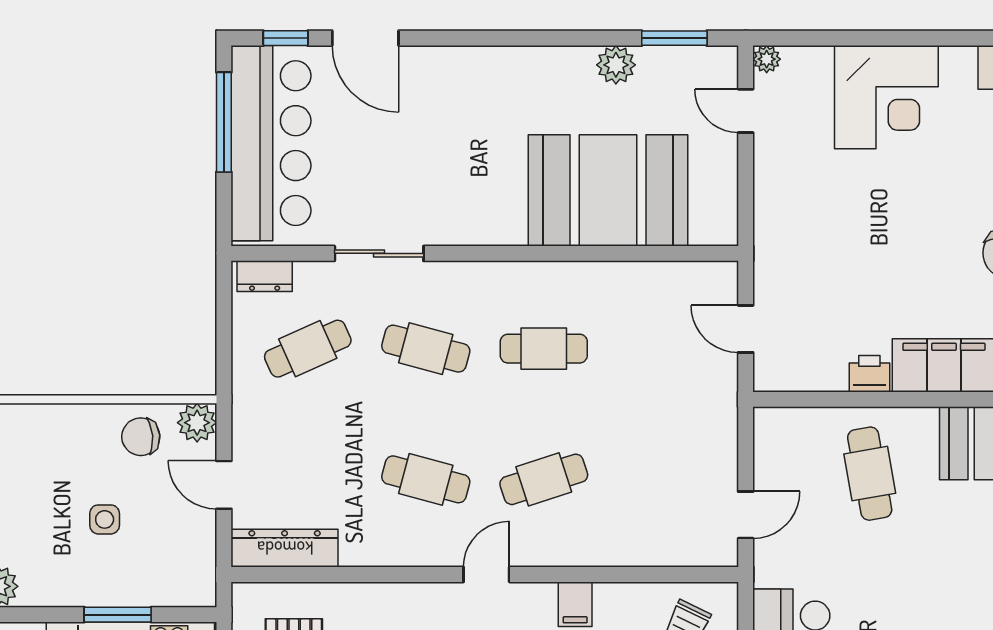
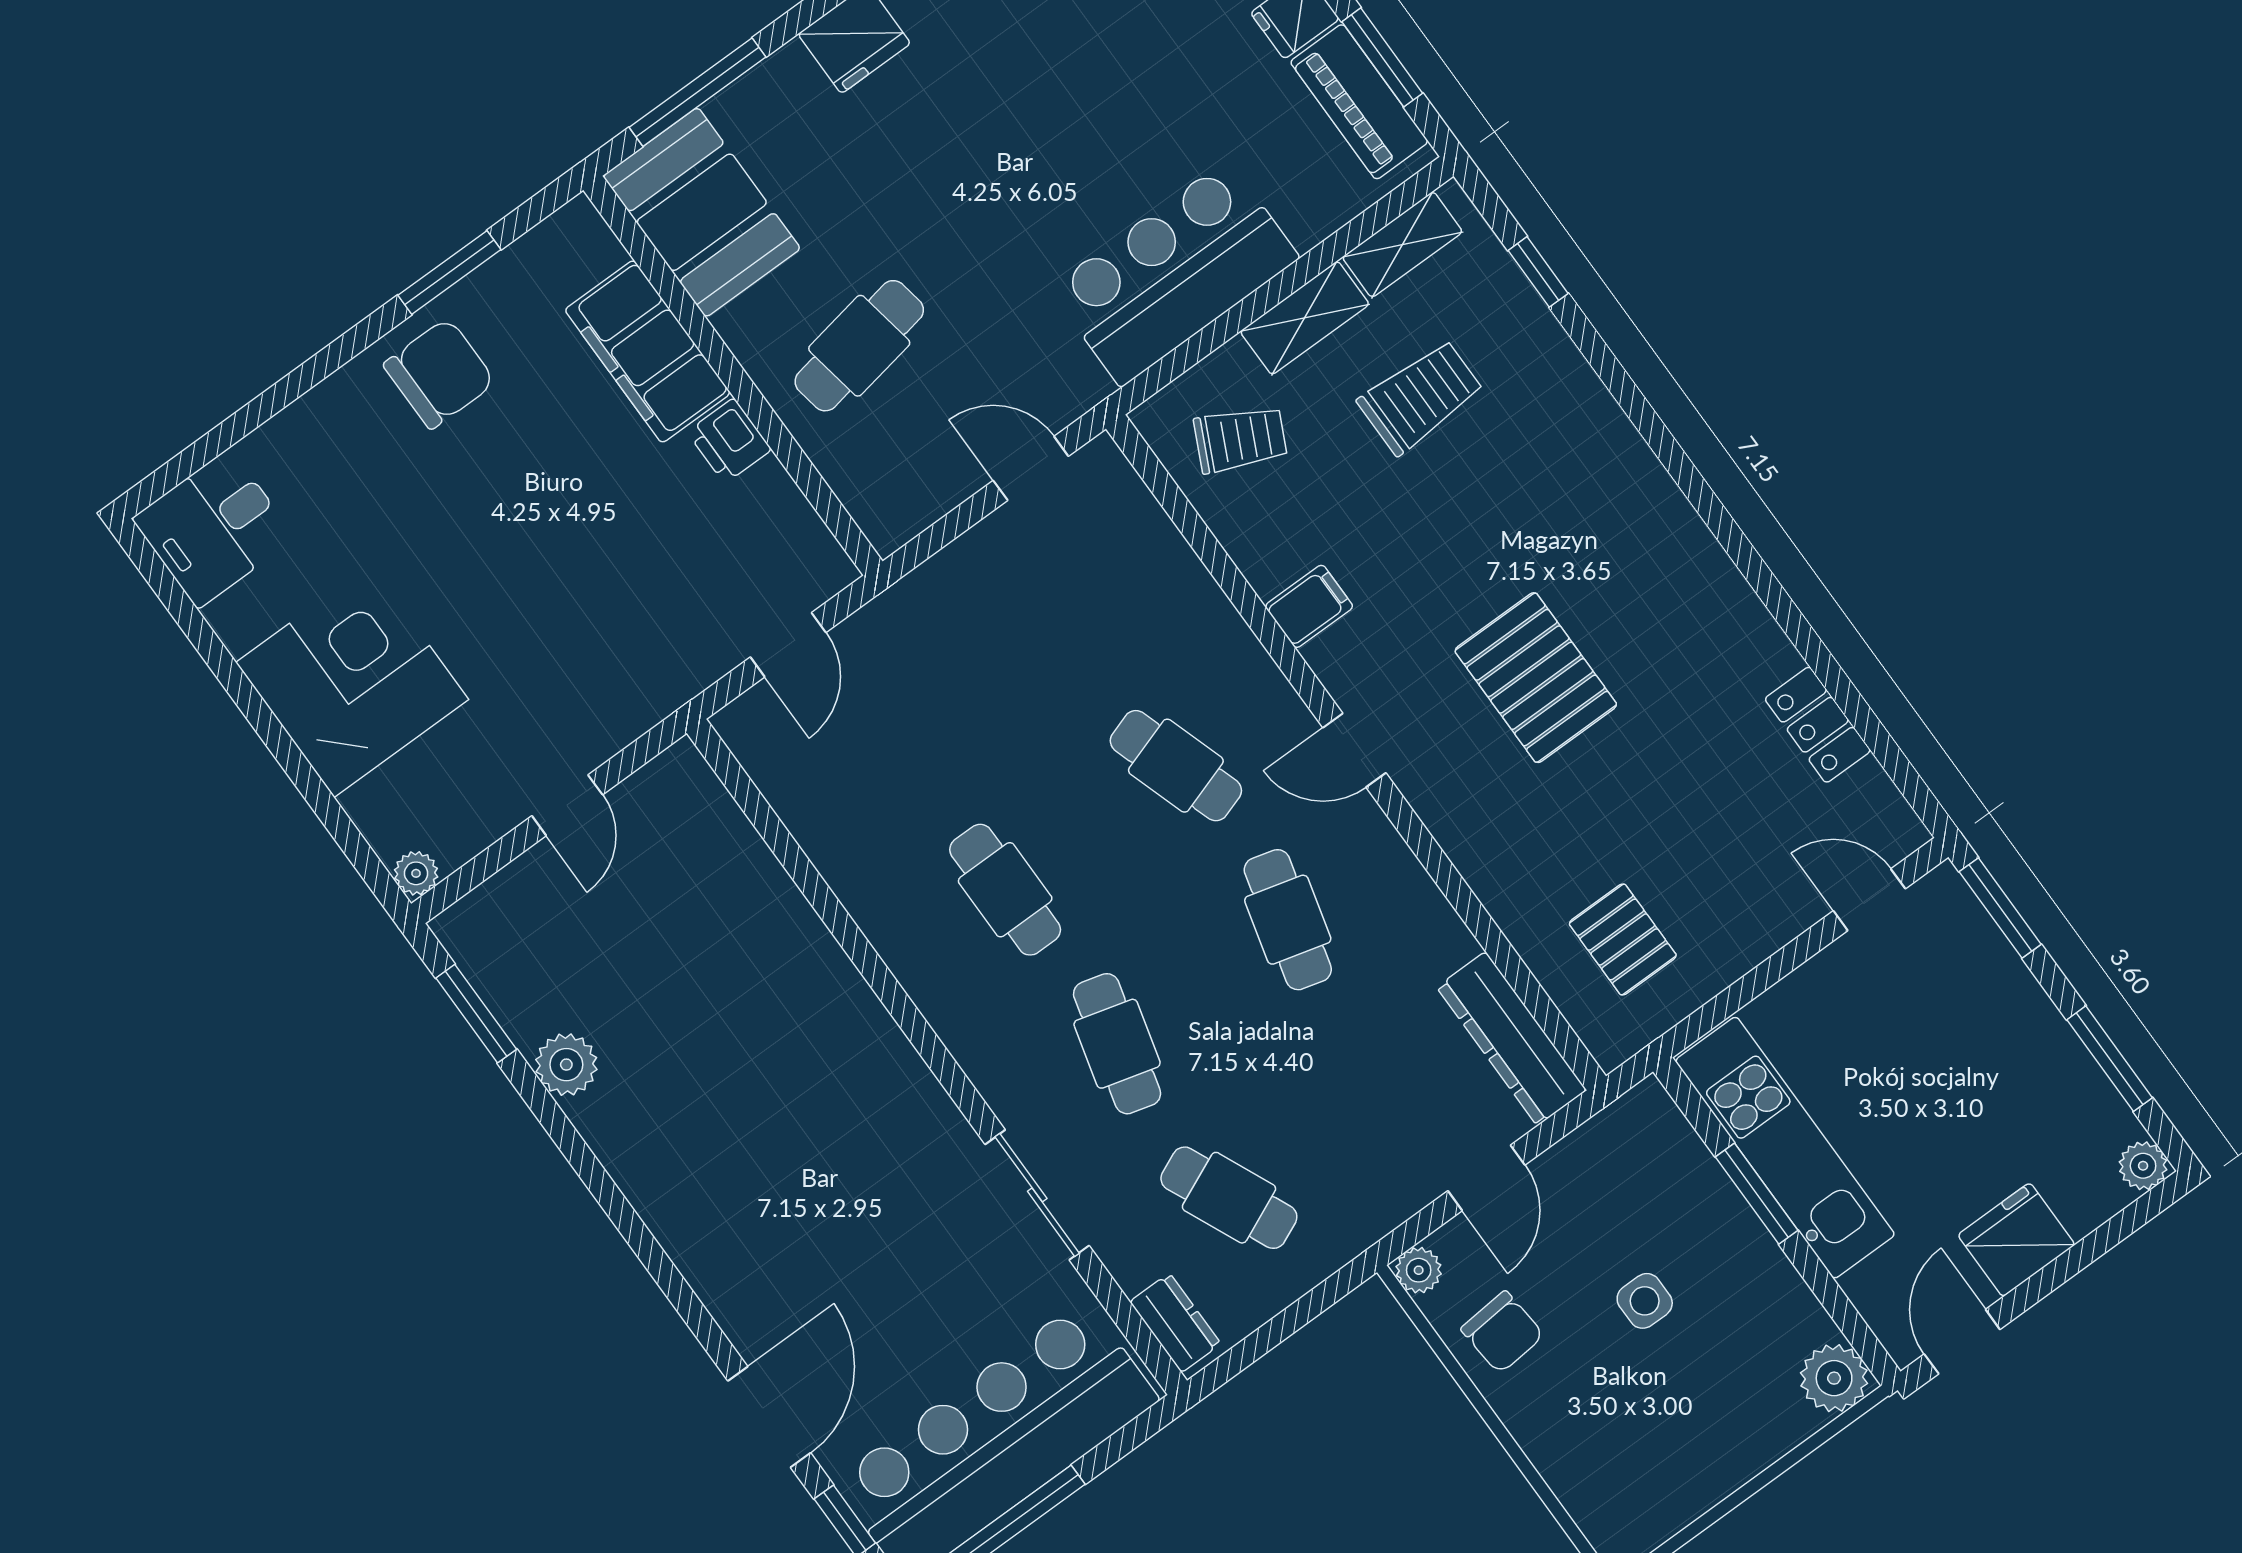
door: (746, 111) -> (567, 805), moved
booth: (608, 190) -> (738, 956), removed
plant: (197, 423) -> (1419, 1270), width x0.73, depth x0.73

